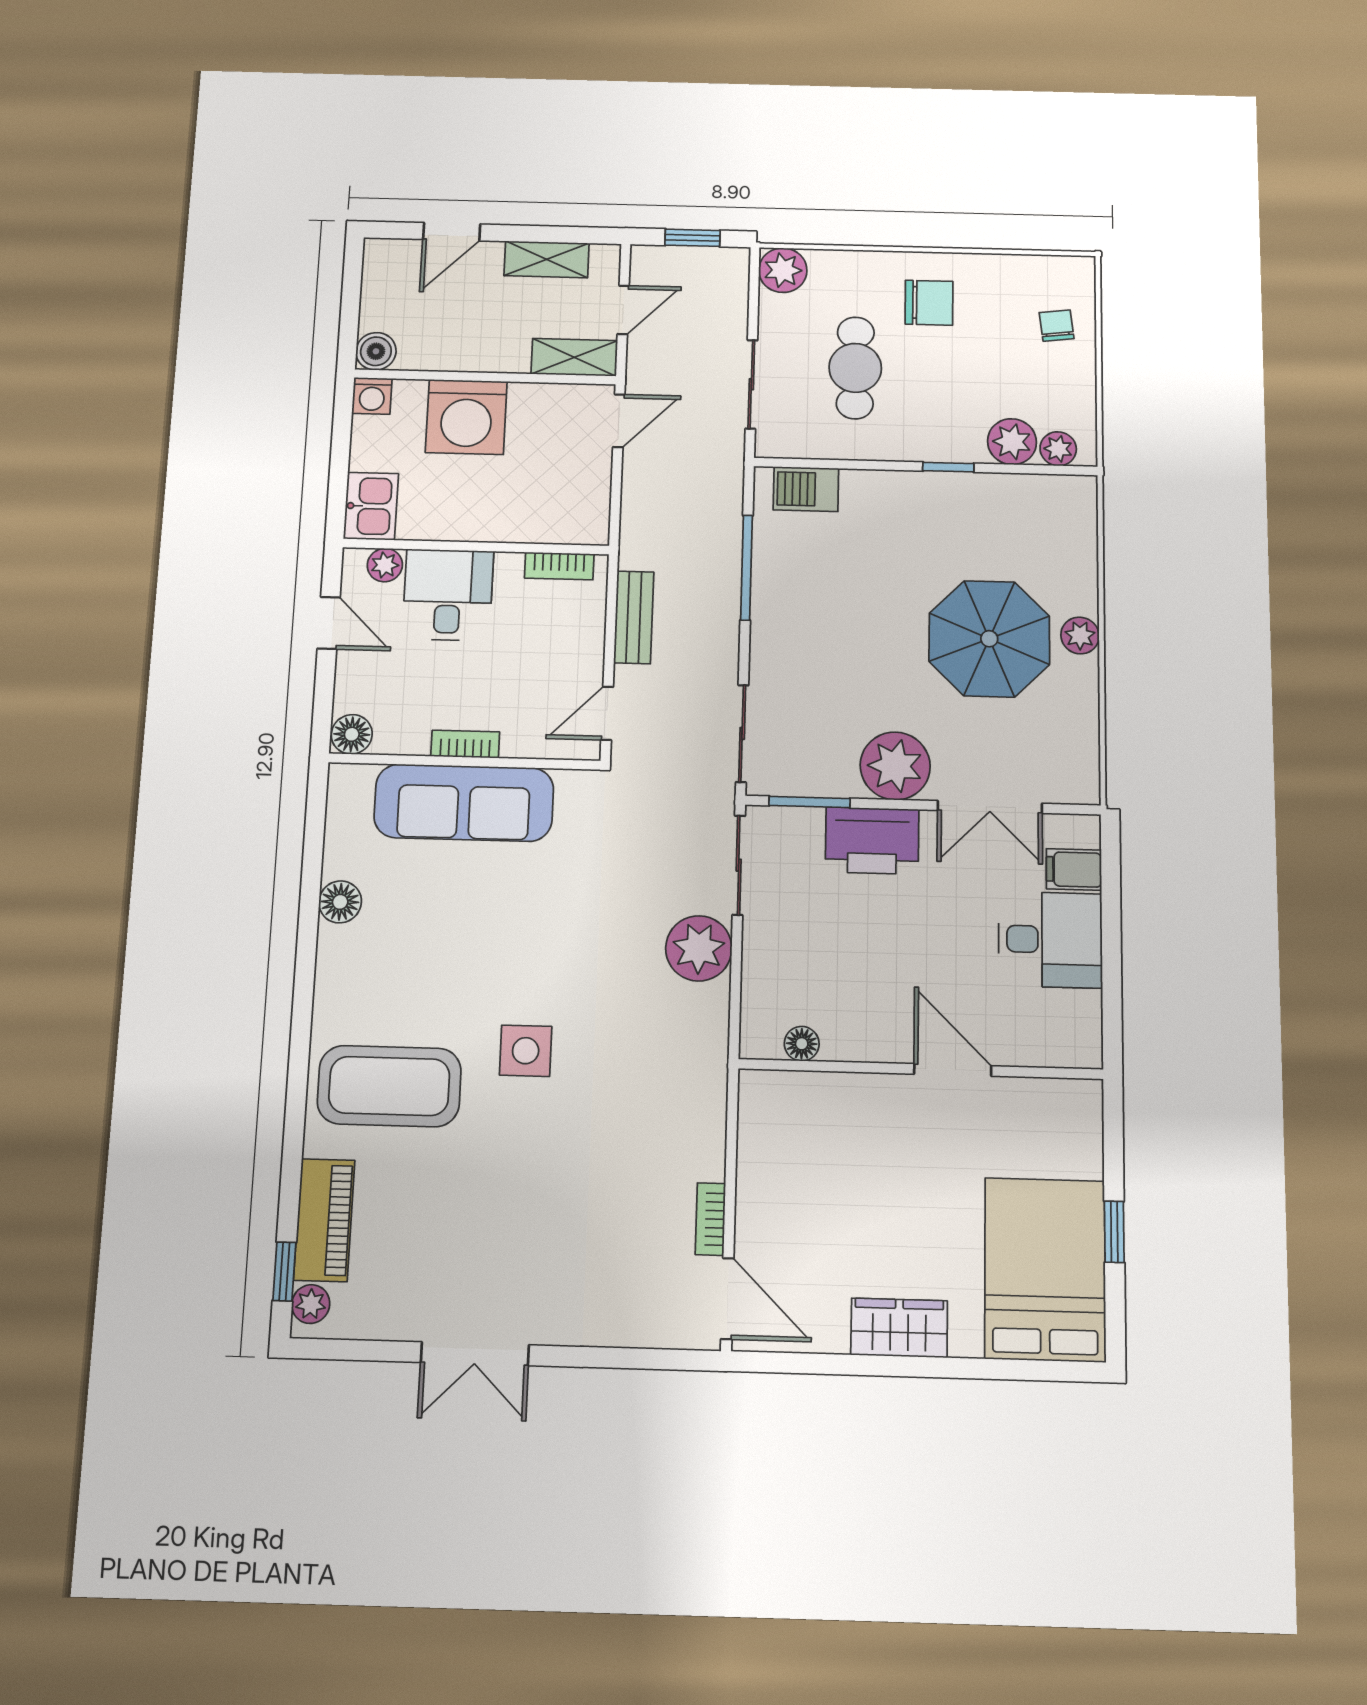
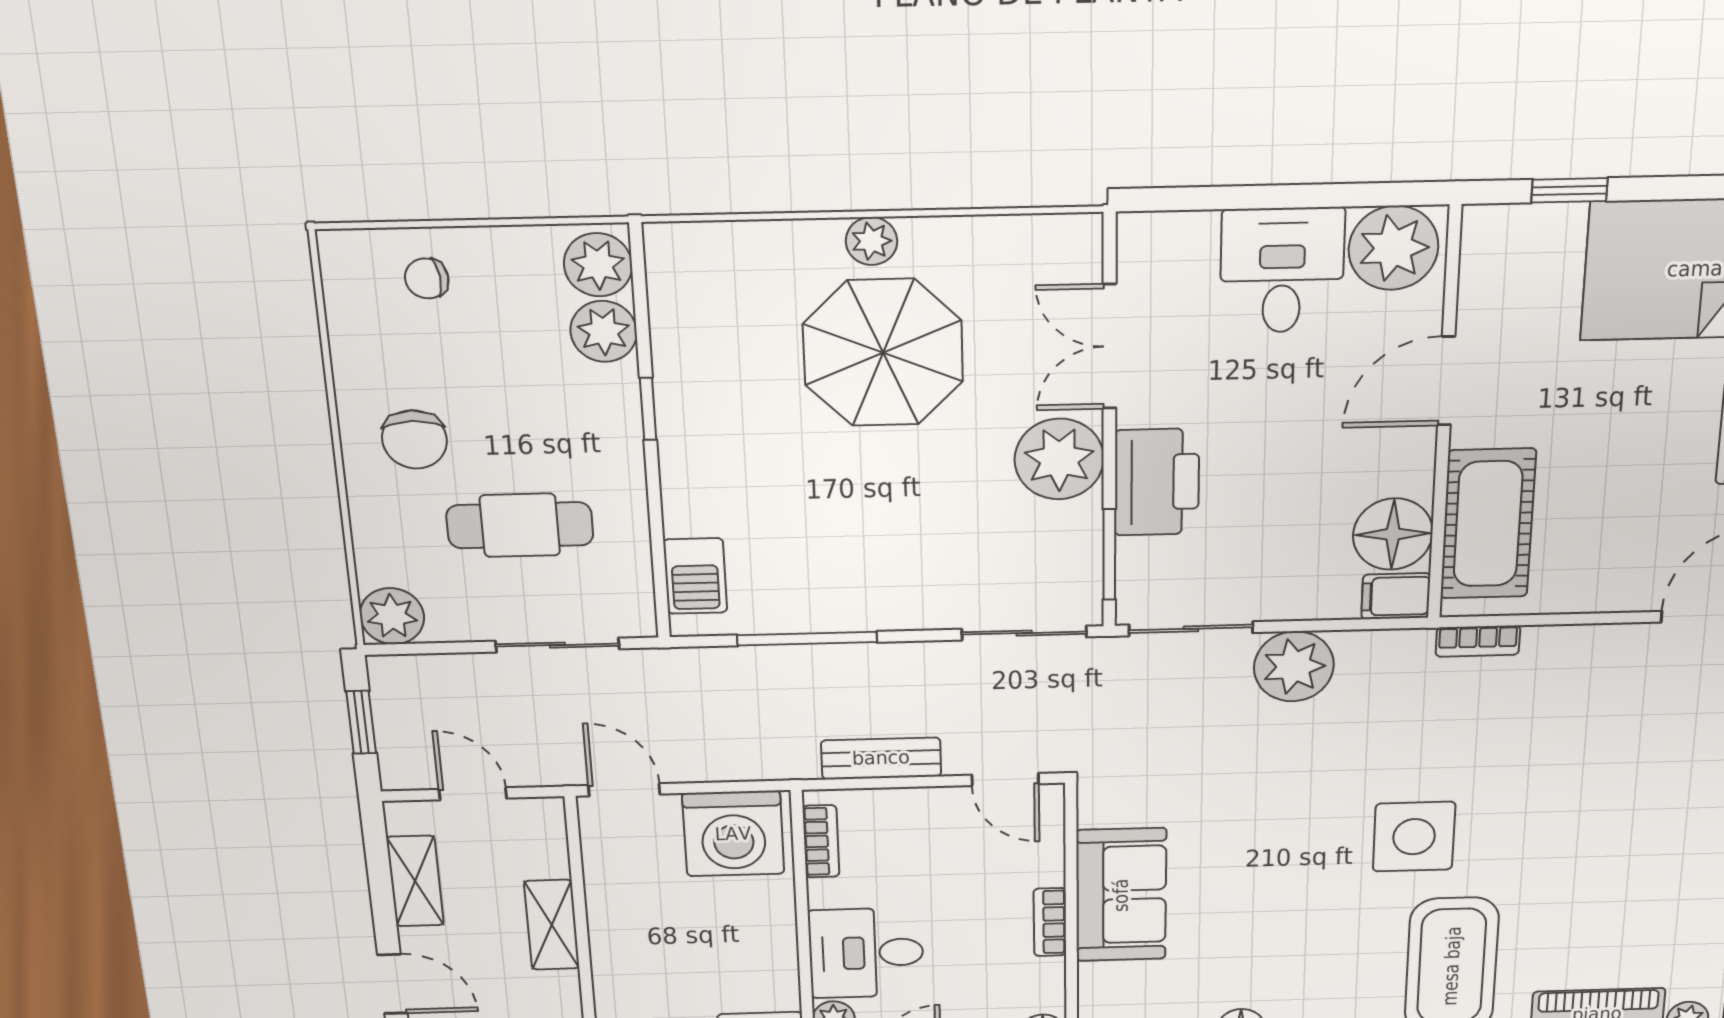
chair: (929, 303) -> (414, 439), turned 180
shelving: (574, 357) -> (552, 925), moved
washing machine: (466, 417) -> (733, 834), moved, turned 90
plant: (1058, 449) -> (598, 265), width x1.38, depth x1.38
sofa: (464, 803) -> (1121, 895), width x0.73
double door: (990, 807) -> (1110, 347), swing flipped
filing cabinet: (1074, 870) -> (1396, 596), moved, turned 90
plant: (1068, 1026) -> (1393, 248), added
floor lamp: (802, 1044) -> (1393, 534), width x1.89, depth x1.89
side table: (526, 1051) -> (1414, 837), width x1.37, depth x1.37
cot: (823, 1107) -> (1488, 524), added
bookcase: (710, 1219) -> (1478, 641), moved
window: (1114, 1232) -> (1569, 190), moved

